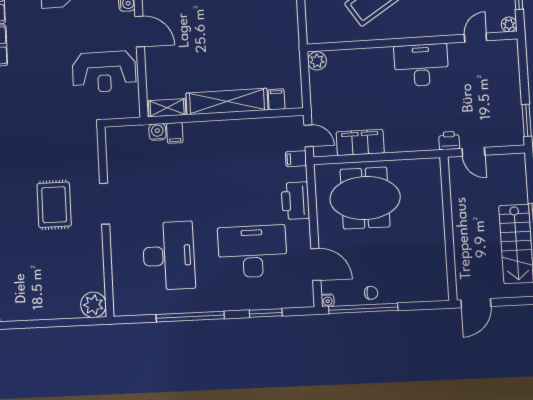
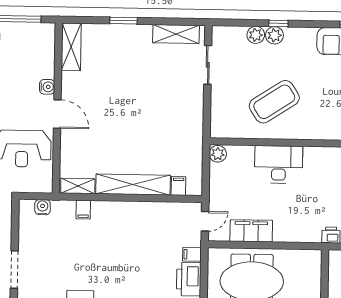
desk: (421, 65) -> (279, 164), moved
water cooler: (157, 132) -> (43, 207), moved
door: (308, 136) -> (205, 221), hinge flipped
filing cabinet: (296, 159) -> (192, 254), moved

